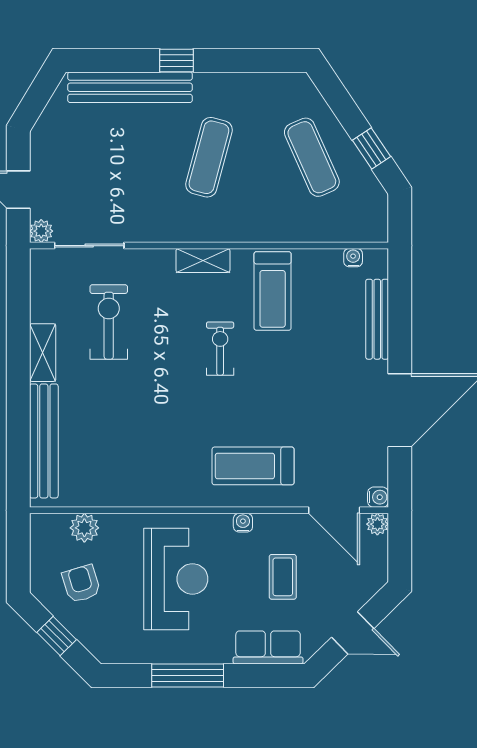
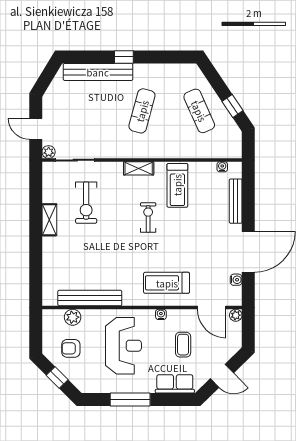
exercise bike: (109, 322) -> (86, 203), turned 180
bench: (44, 441) -> (90, 298), moved, turned 90
water cooler: (378, 497) -> (236, 280), moved
armchair: (81, 584) -> (71, 348), turned -73

